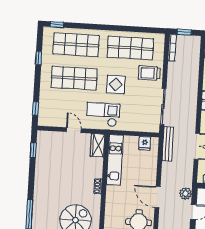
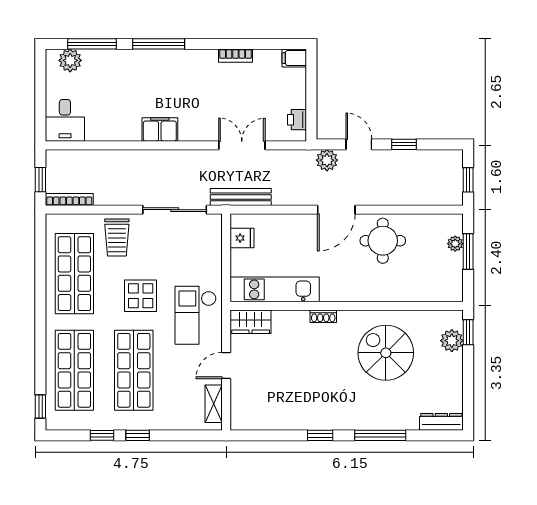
window: (36, 109) -> (138, 435), moved
shelving: (53, 122) -> (214, 404), added
window: (33, 150) -> (320, 435), moved

